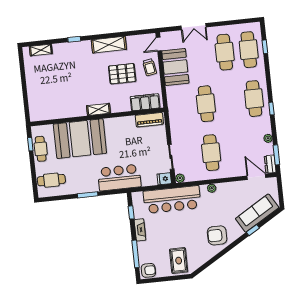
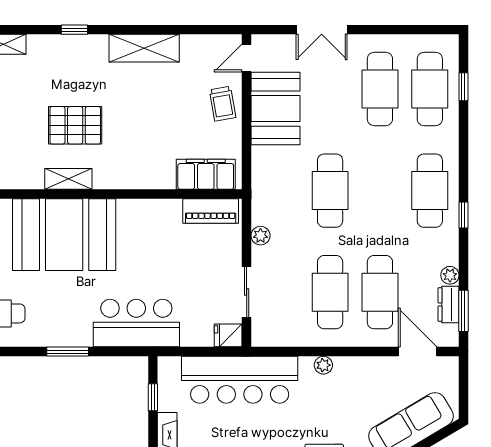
pallet: (122, 74) -> (75, 125), moved
shelving: (98, 109) -> (68, 179), moved
cafe table: (235, 150) -> (380, 292), added
dresser: (270, 164) -> (449, 304), moved
plant: (180, 178) -> (260, 236), moved

